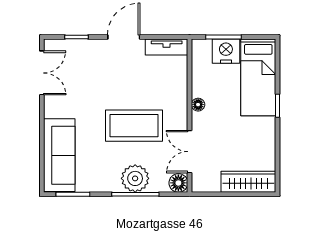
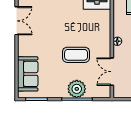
coffee table: (134, 126) -> (76, 55), width x0.73, depth x0.76
sofa: (59, 155) -> (28, 74), width x0.73
floor lamp: (178, 183) -> (105, 92), removed

